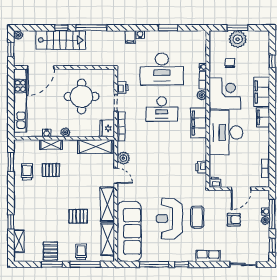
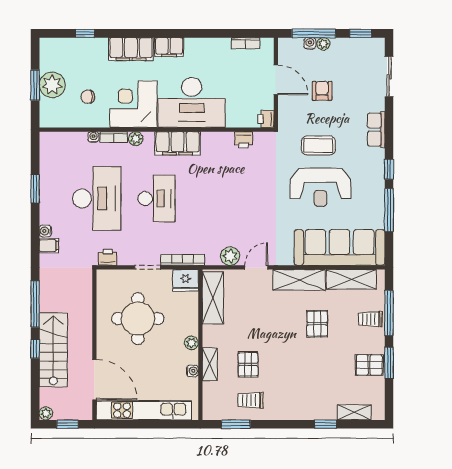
printer: (123, 87) -> (108, 257), moved

